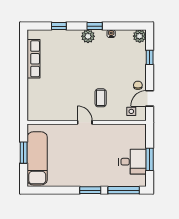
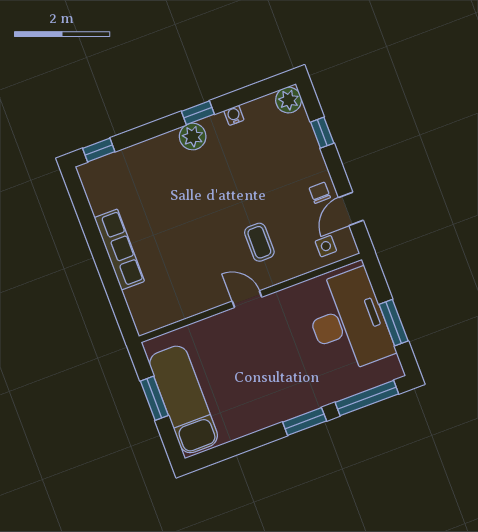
window: (59, 26) -> (99, 150), moved
row of seats: (34, 59) -> (119, 249), moved
desk: (132, 162) -> (348, 321), width x1.87, depth x1.30

